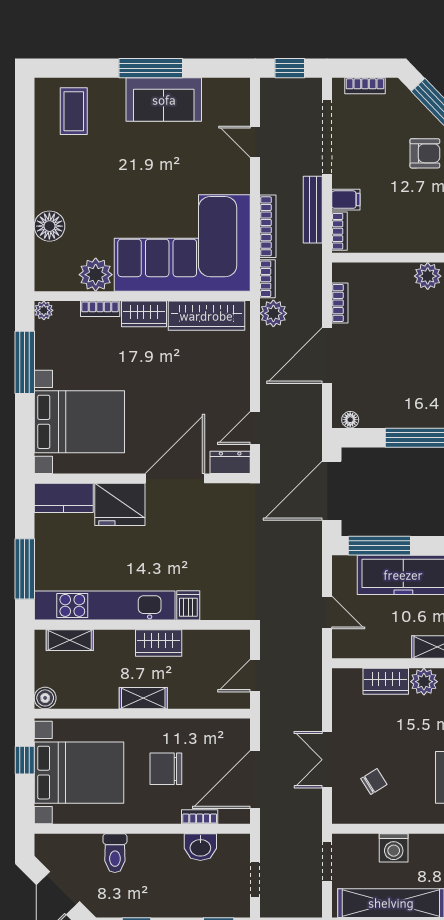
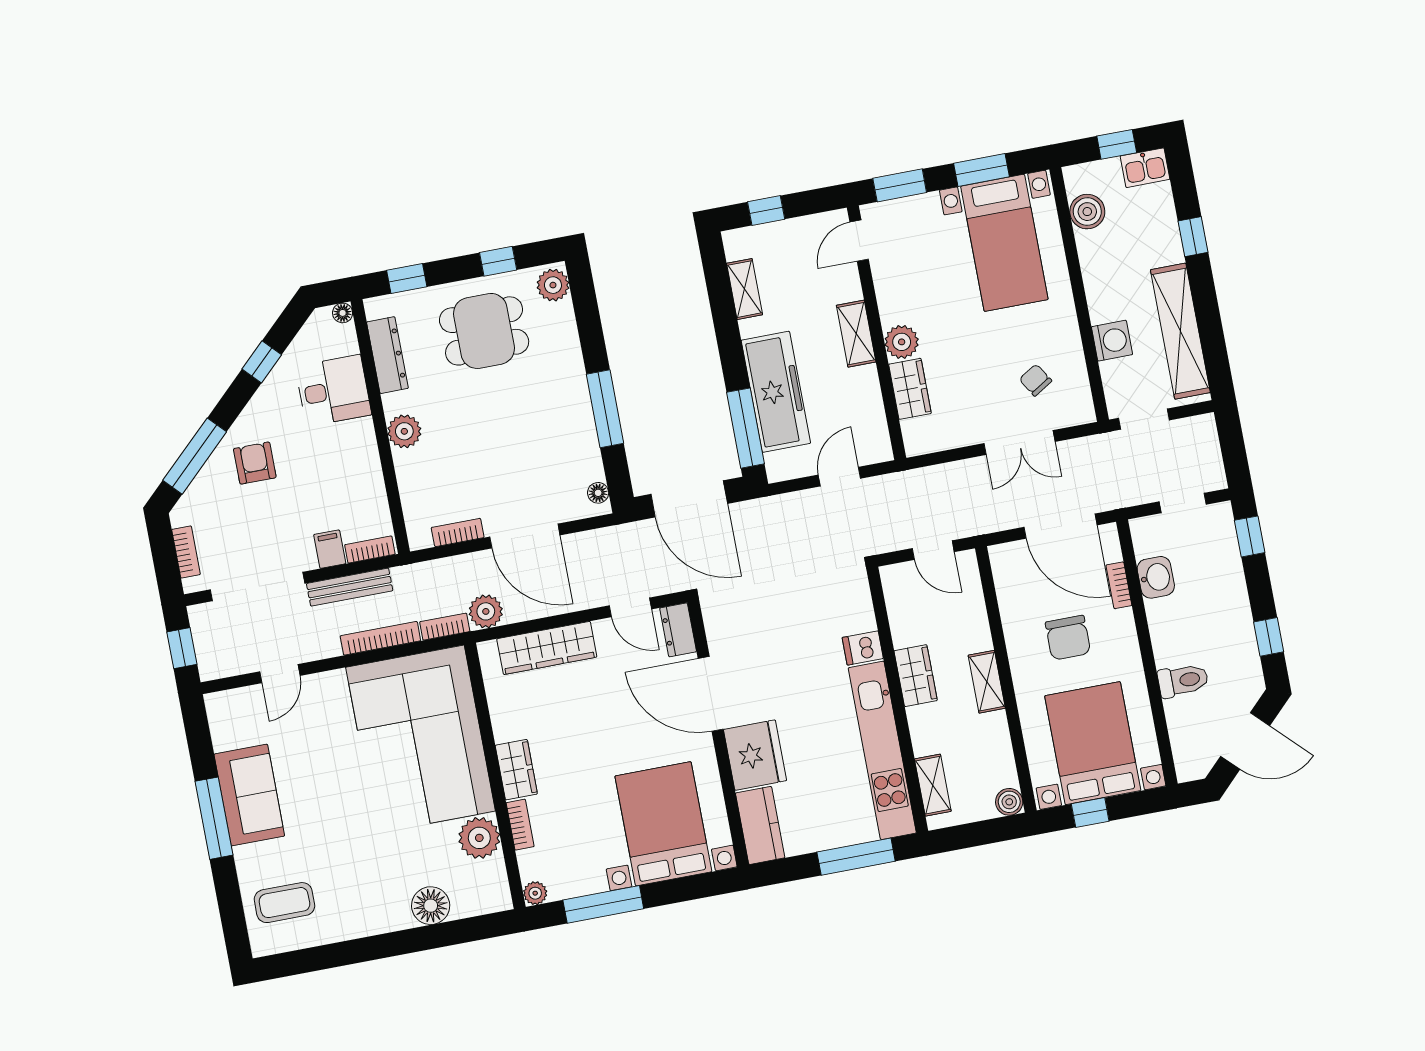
wardrobe: (206, 316) -> (547, 648), moved, turned 90

